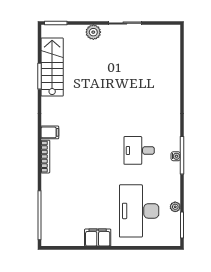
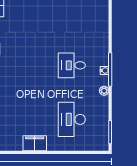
plant: (175, 207) -> (104, 91), moved
desk: (139, 211) -> (72, 119), width x0.73, depth x0.77

